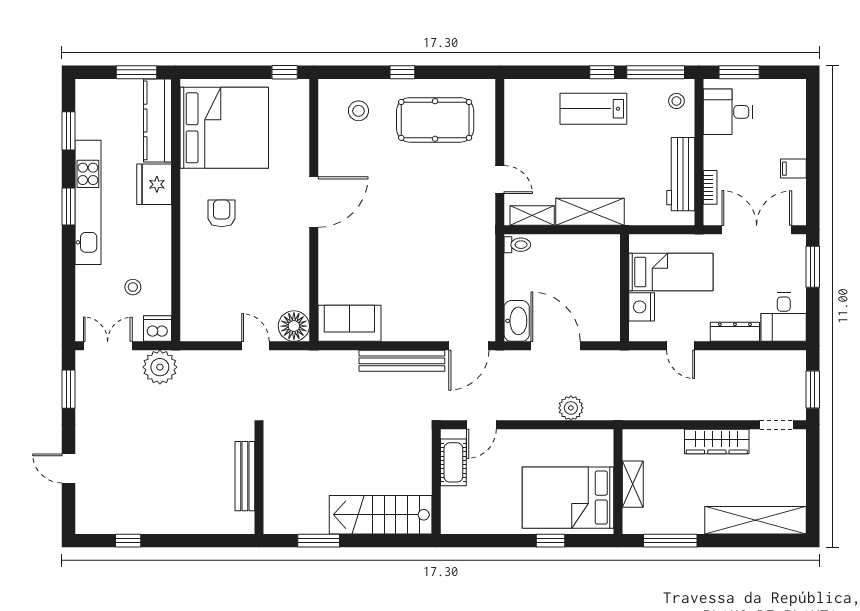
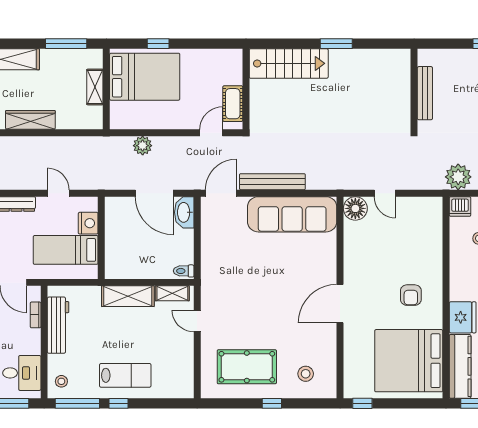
sofa: (349, 323) -> (292, 214), width x1.85, depth x1.27
bench: (245, 476) -> (425, 93), moved
wall: (259, 482) -> (414, 89), moved

